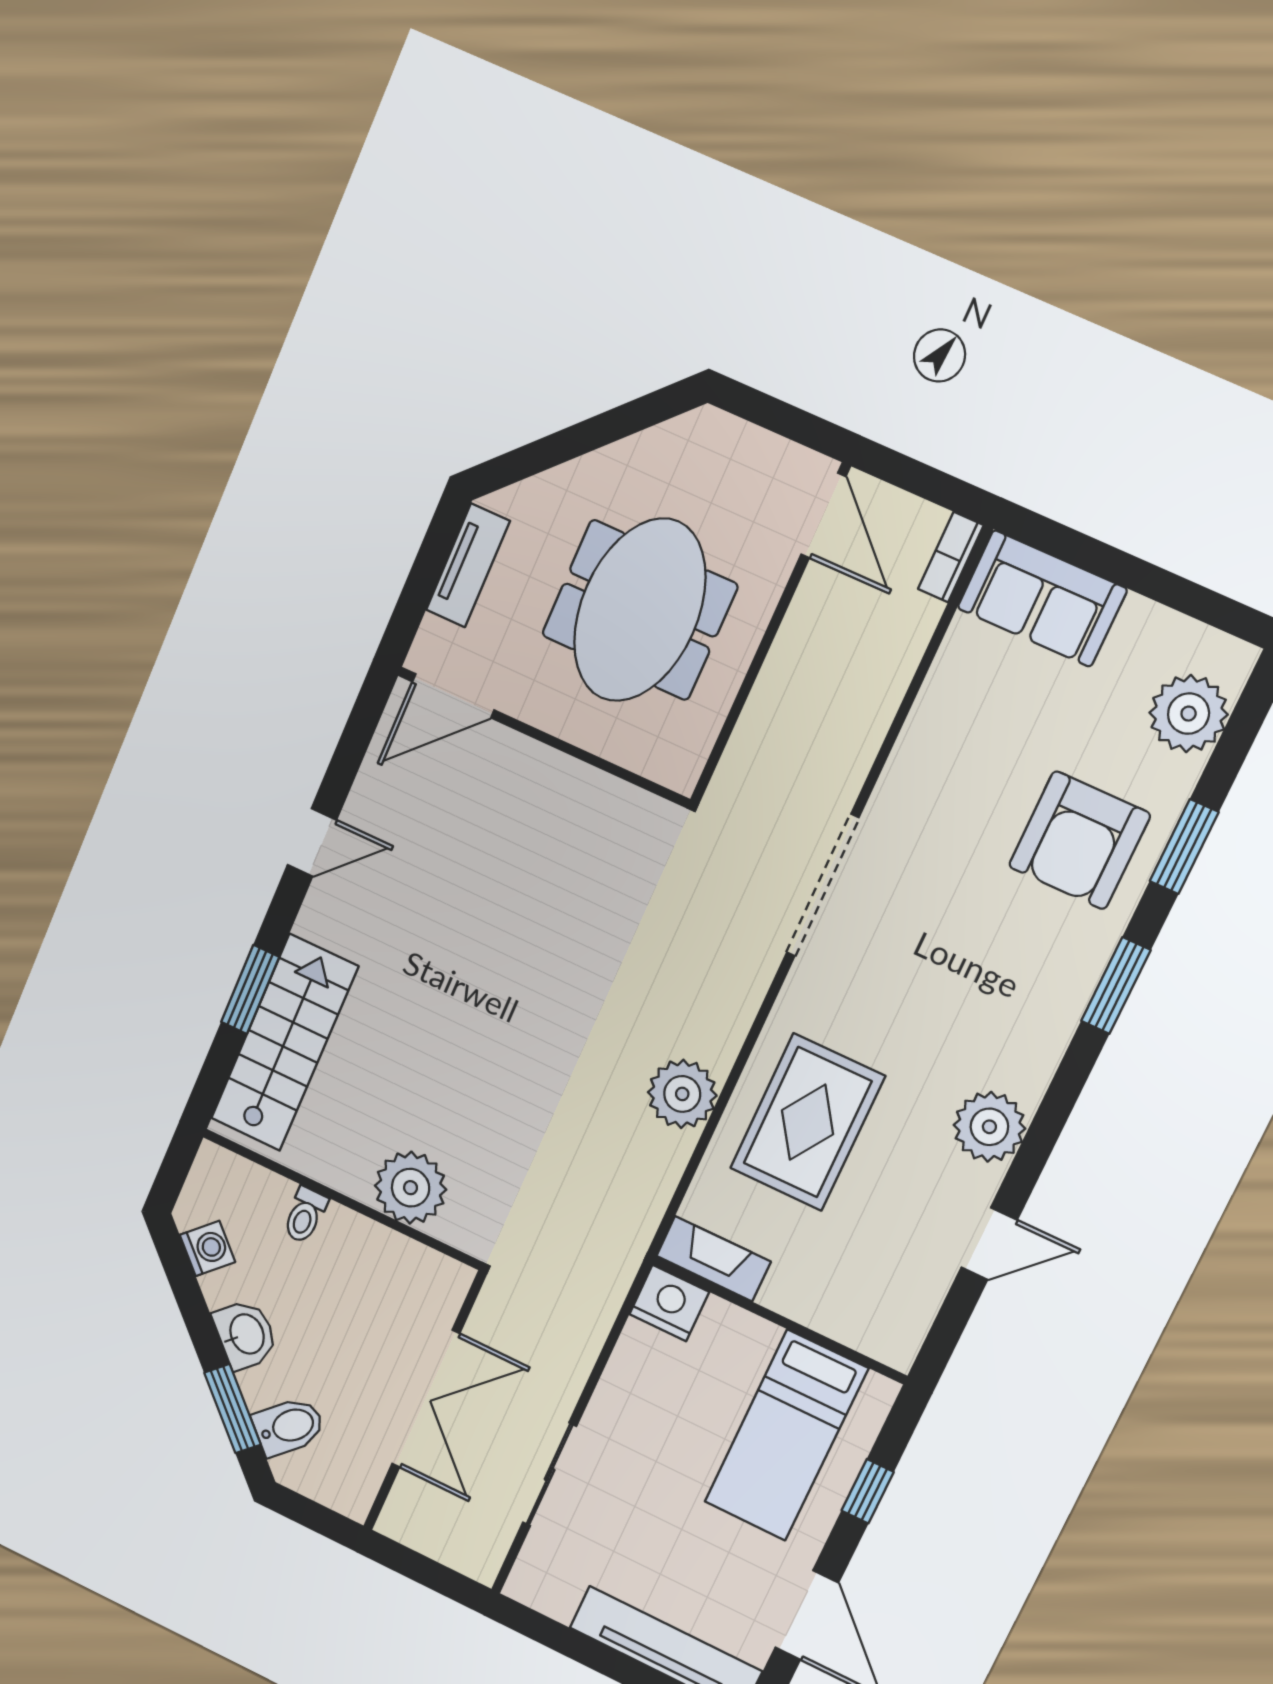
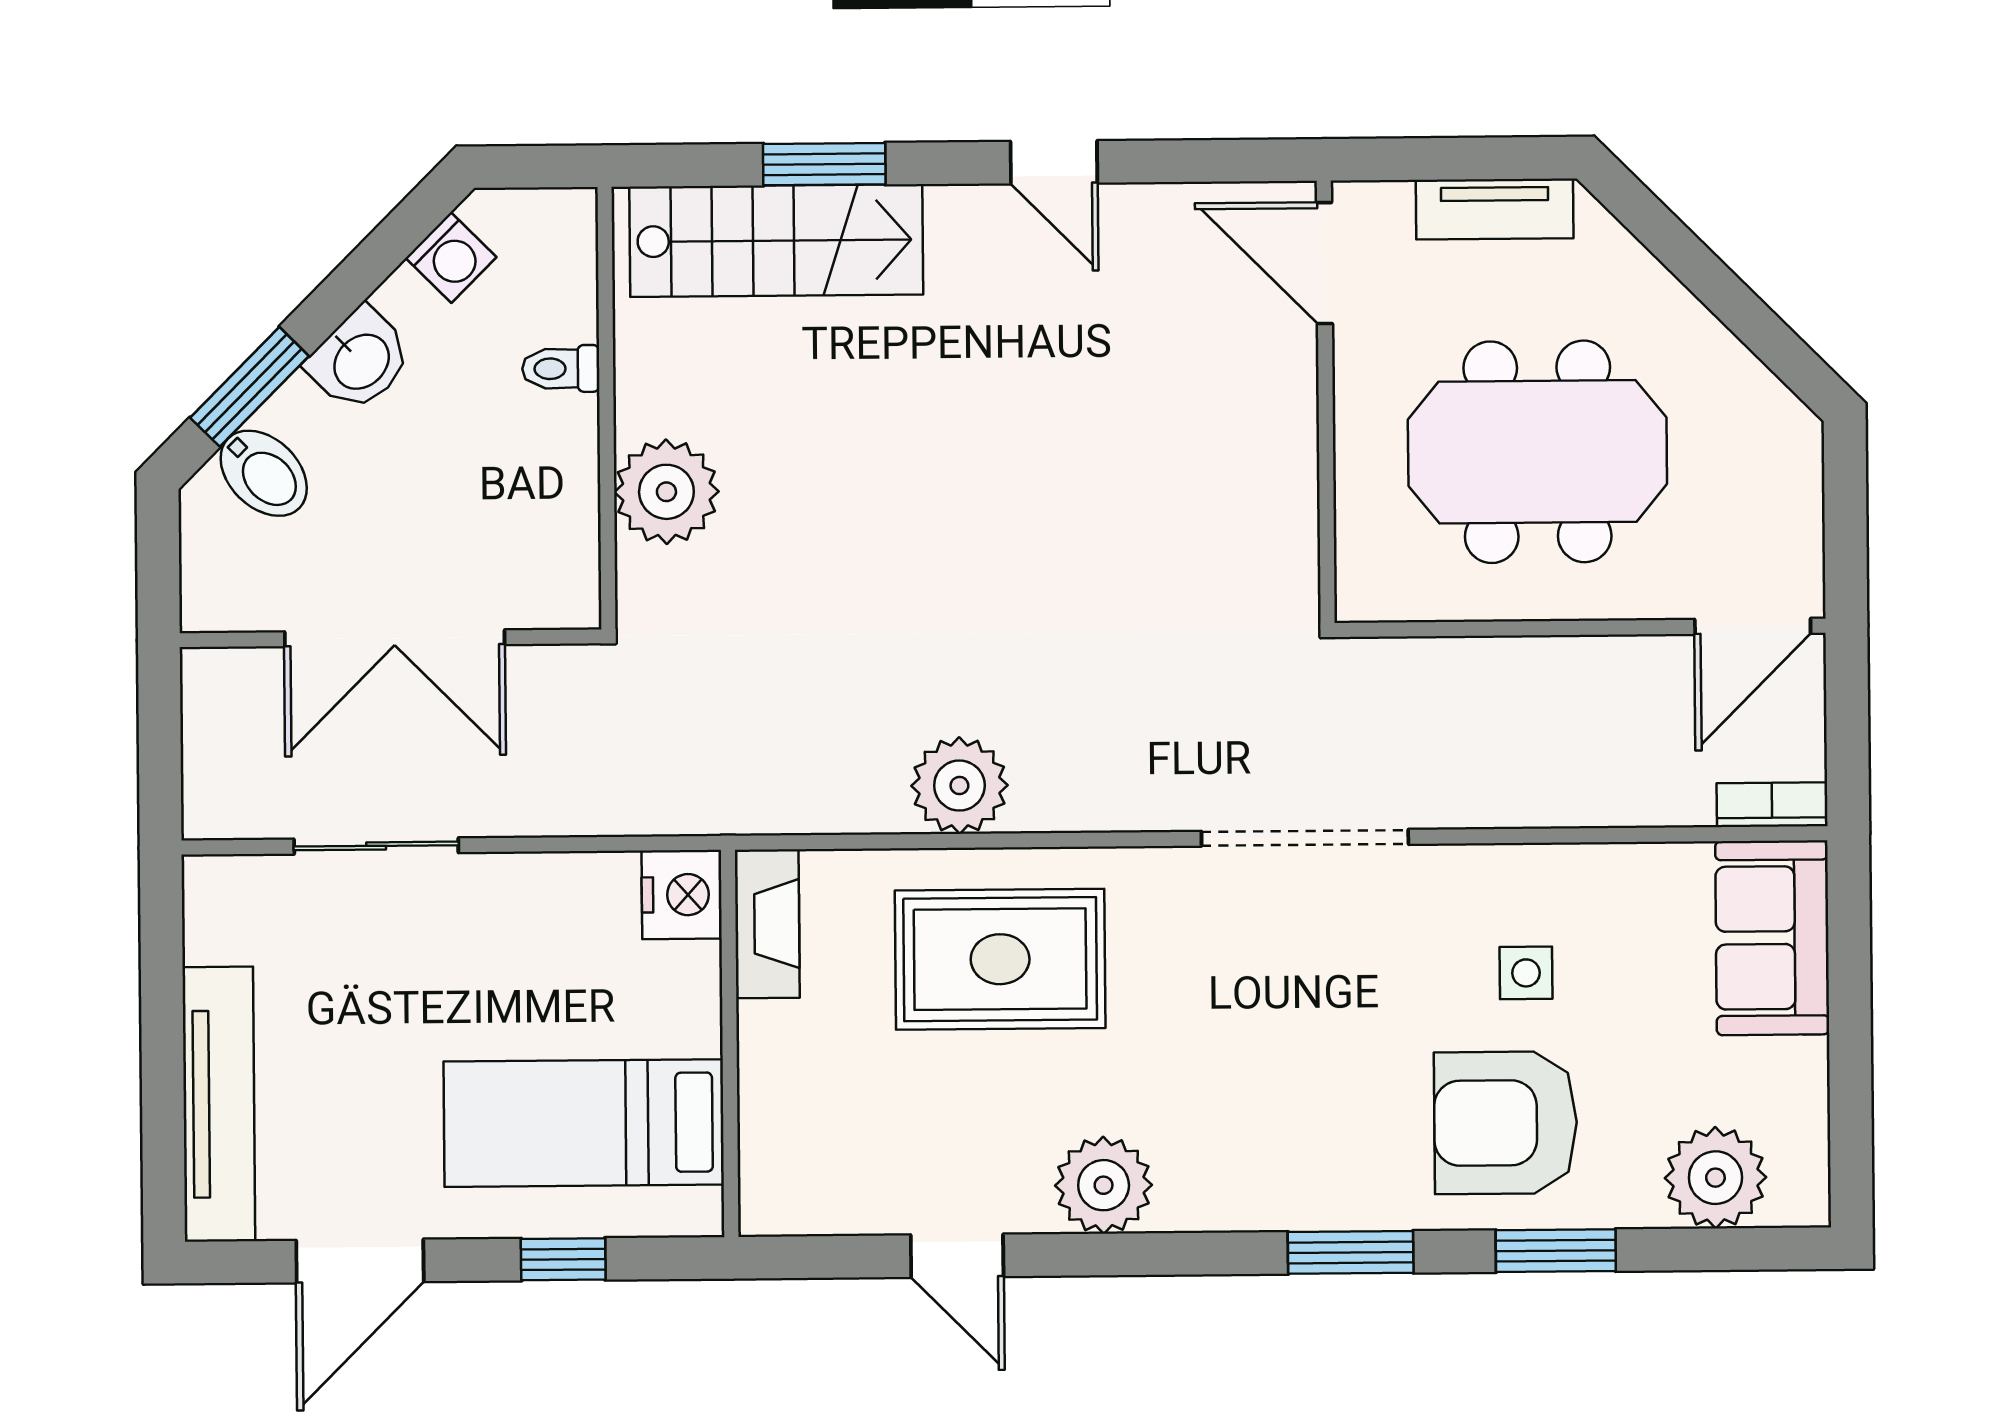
side table: (984, 779) -> (1526, 973), added

